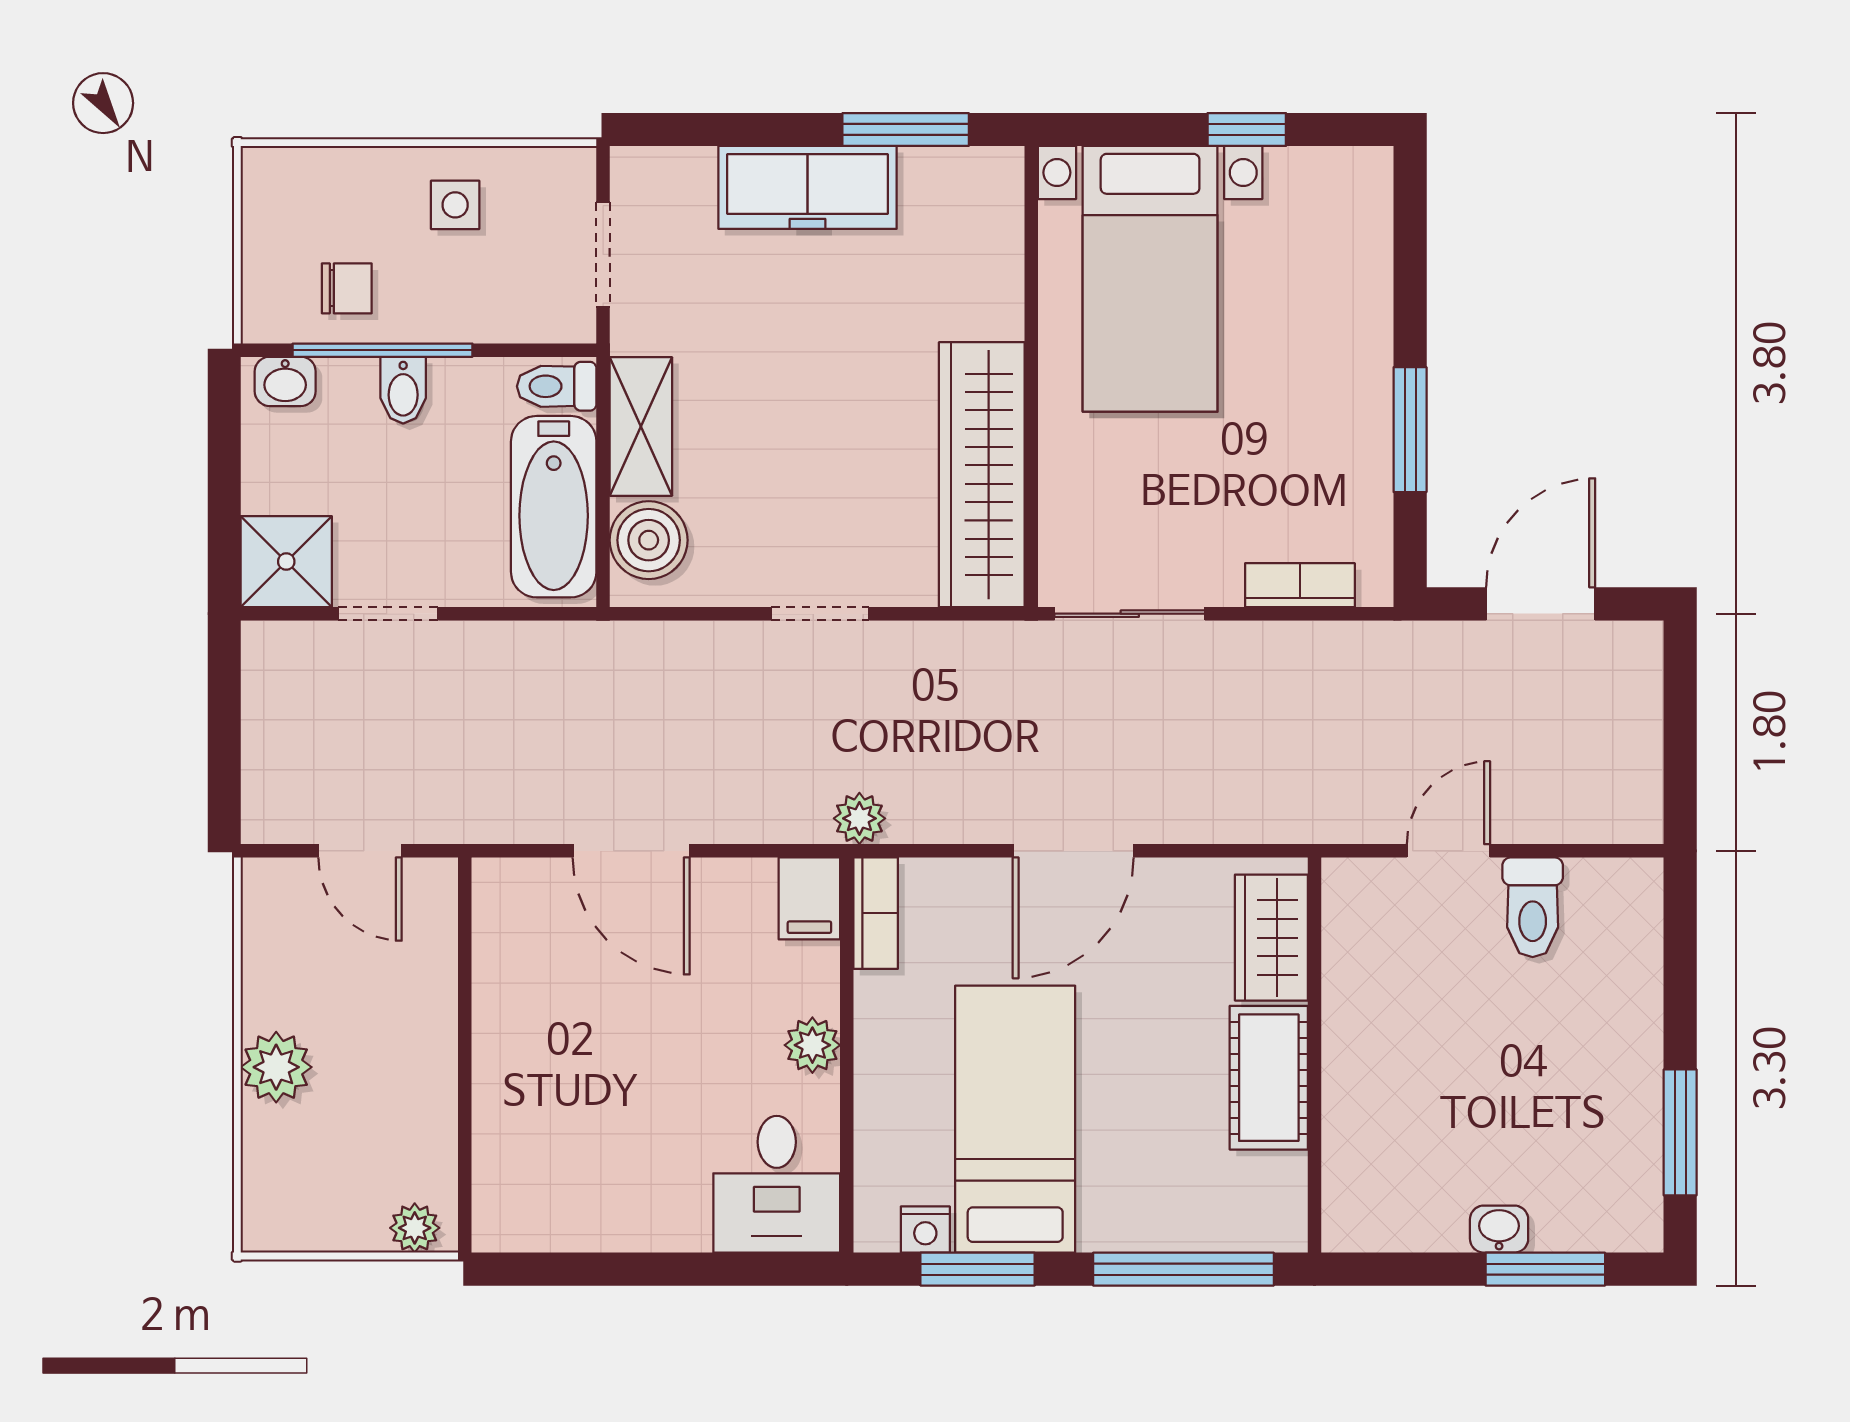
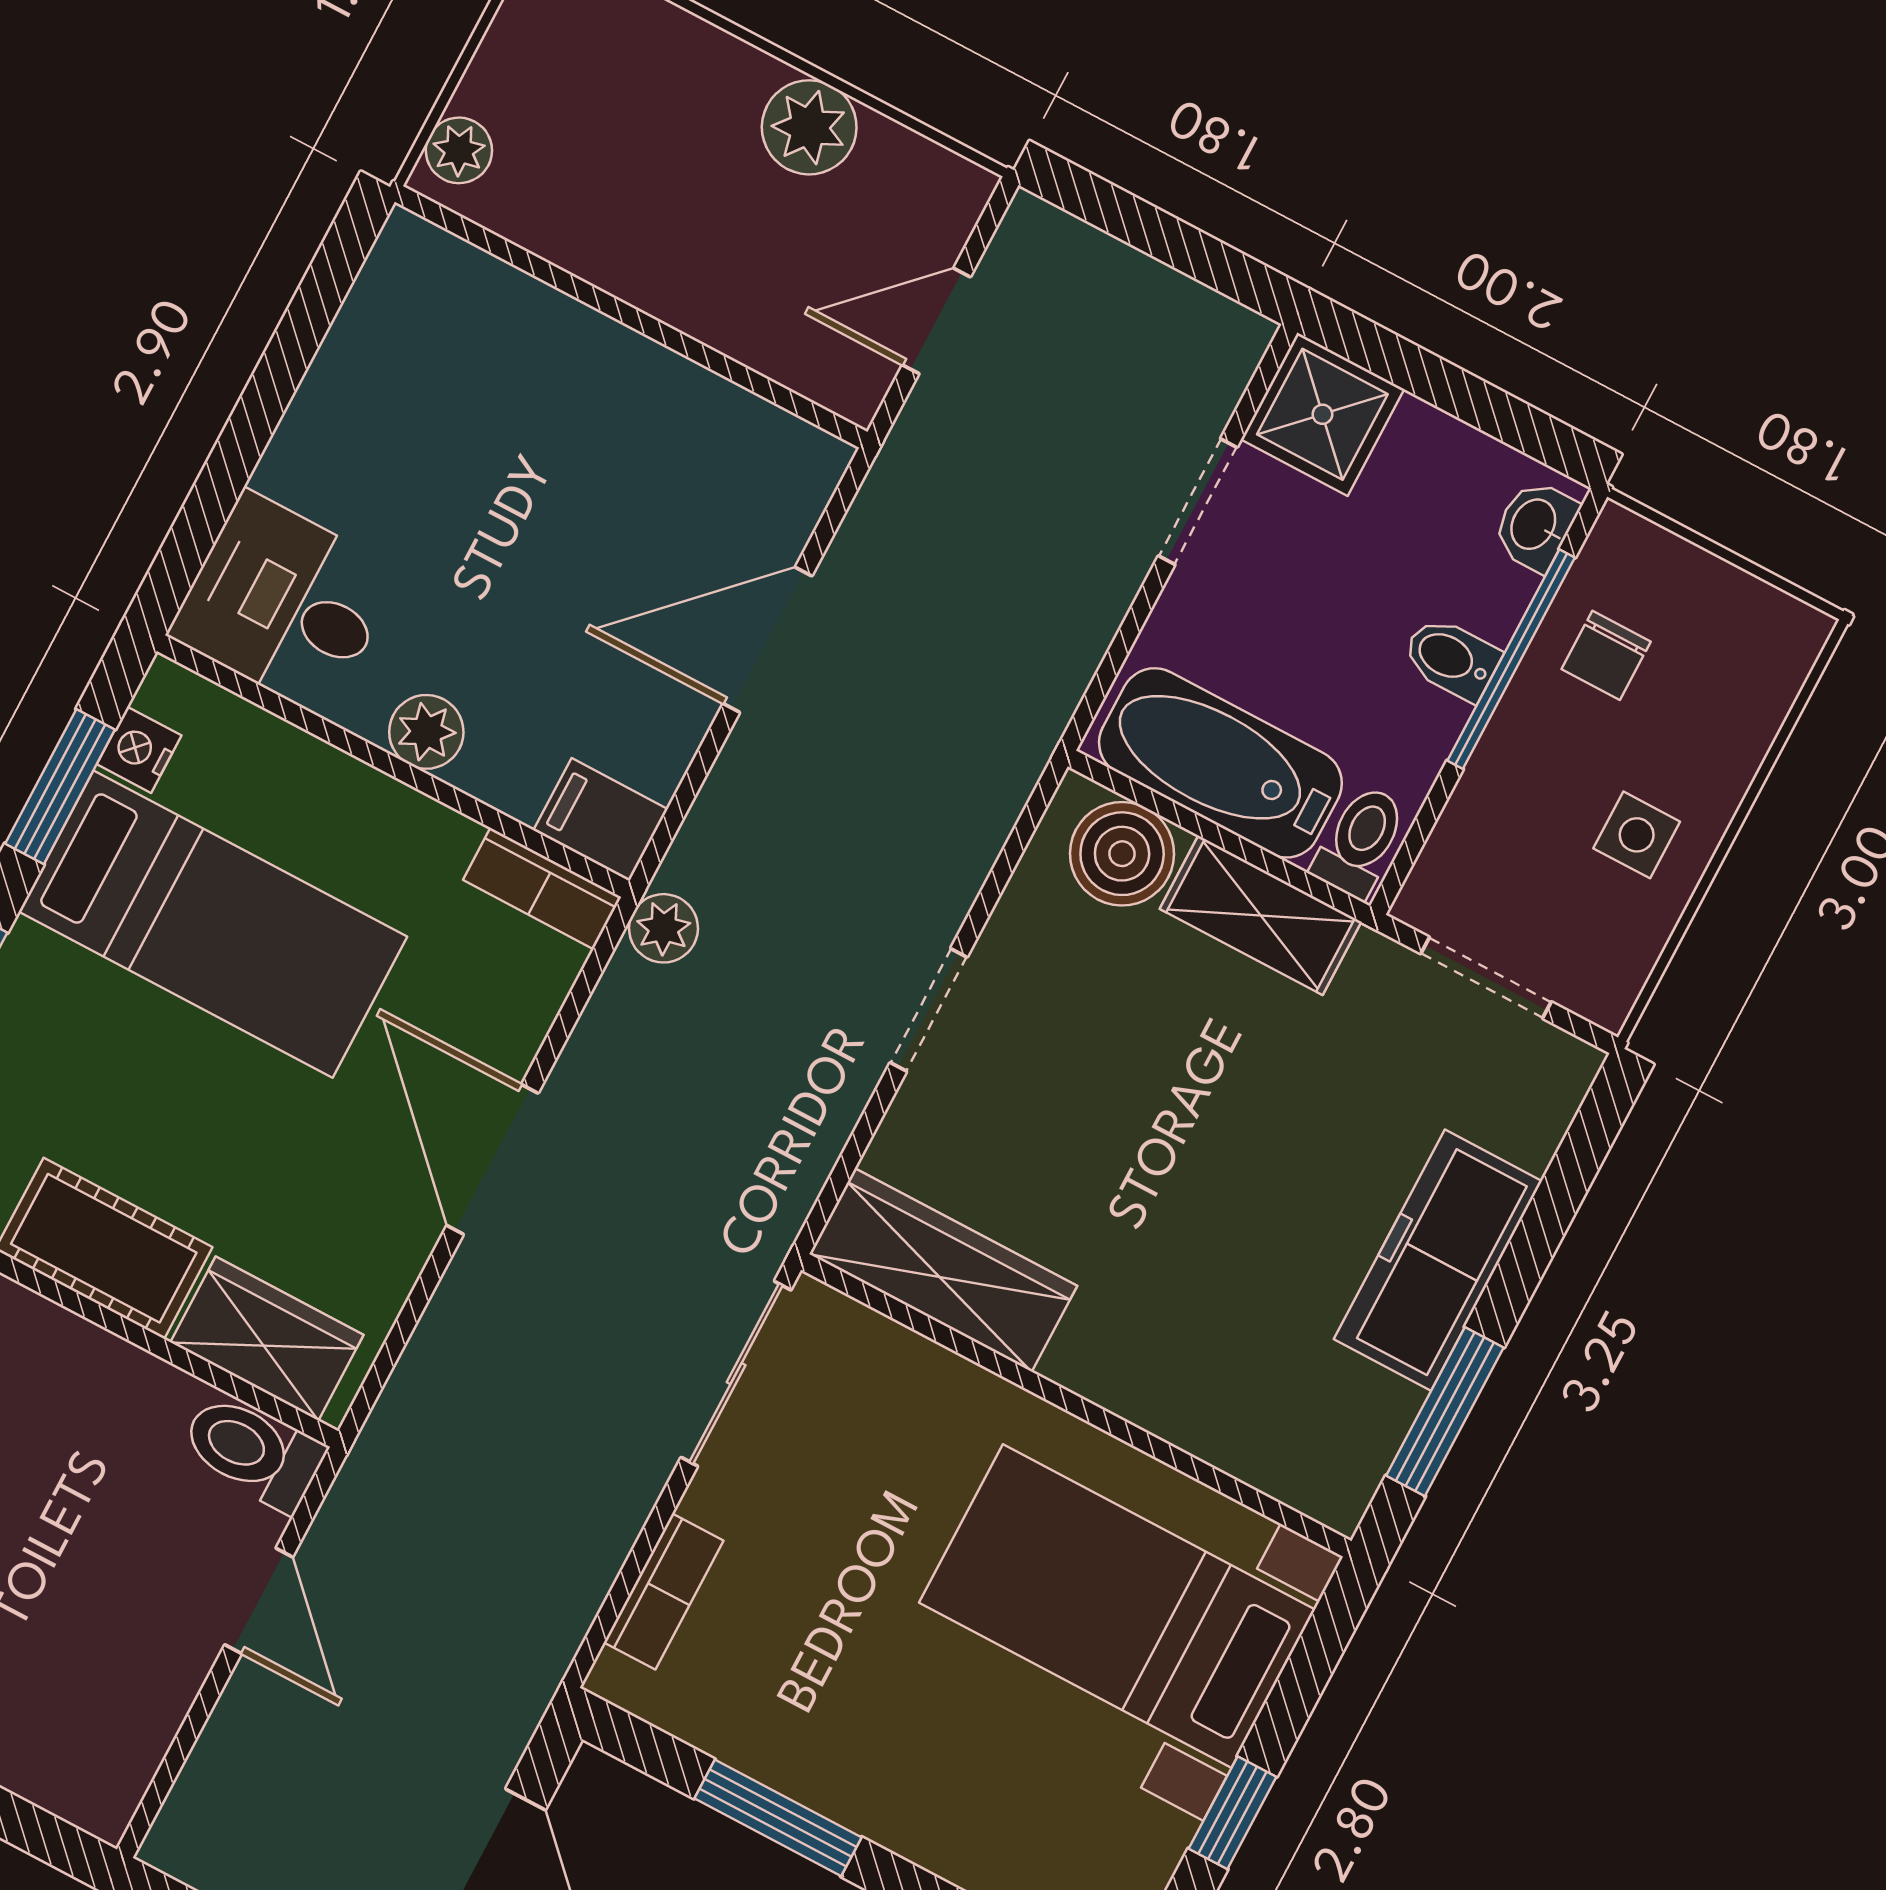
wardrobe: (982, 475) -> (943, 1270), width x0.71, depth x0.85
toilet: (1533, 907) -> (253, 1451), moved
plant: (276, 1067) -> (809, 127), moved

